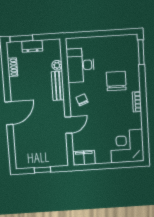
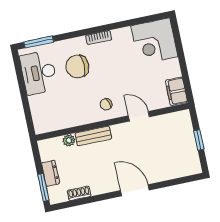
desk: (80, 65) -> (39, 73), moved, turned 90

